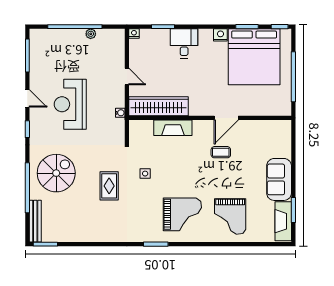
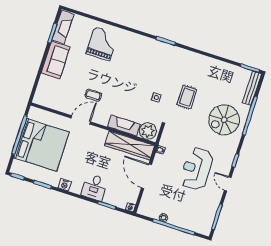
bed: (254, 57) -> (42, 145), moved, turned 90
door: (127, 76) -> (146, 176), width x1.88
reception desk: (70, 104) -> (196, 169), turned 180
plant: (142, 130) -> (148, 131), added
grand piano: (182, 214) -> (138, 57), removed

